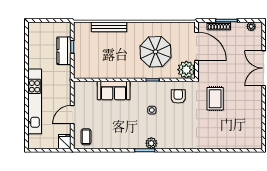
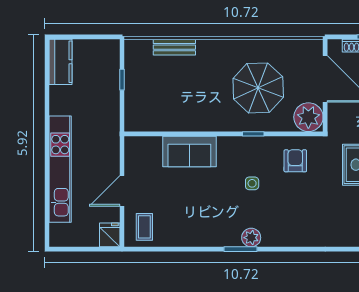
bench: (109, 27) -> (174, 47), width x0.73
kitchen counter: (64, 51) -> (61, 62), moved, turned 180

